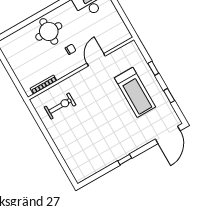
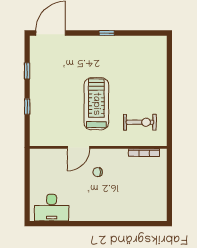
round table: (49, 31) -> (109, 202), removed
treadmill: (135, 92) -> (96, 104), moved
exercise bike: (60, 106) -> (140, 122), turned 180

